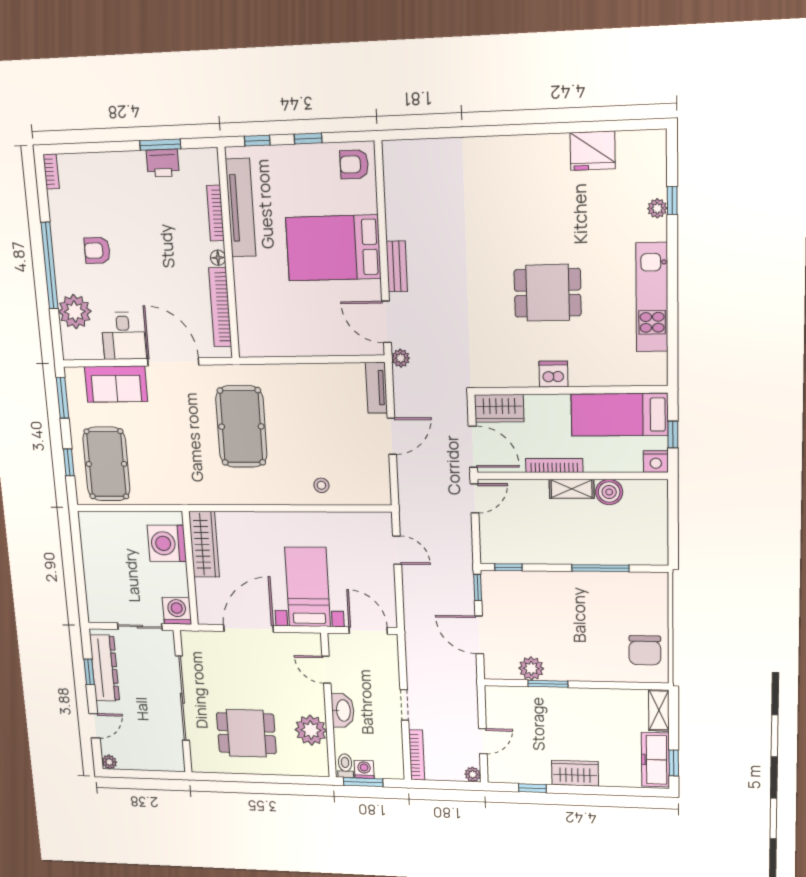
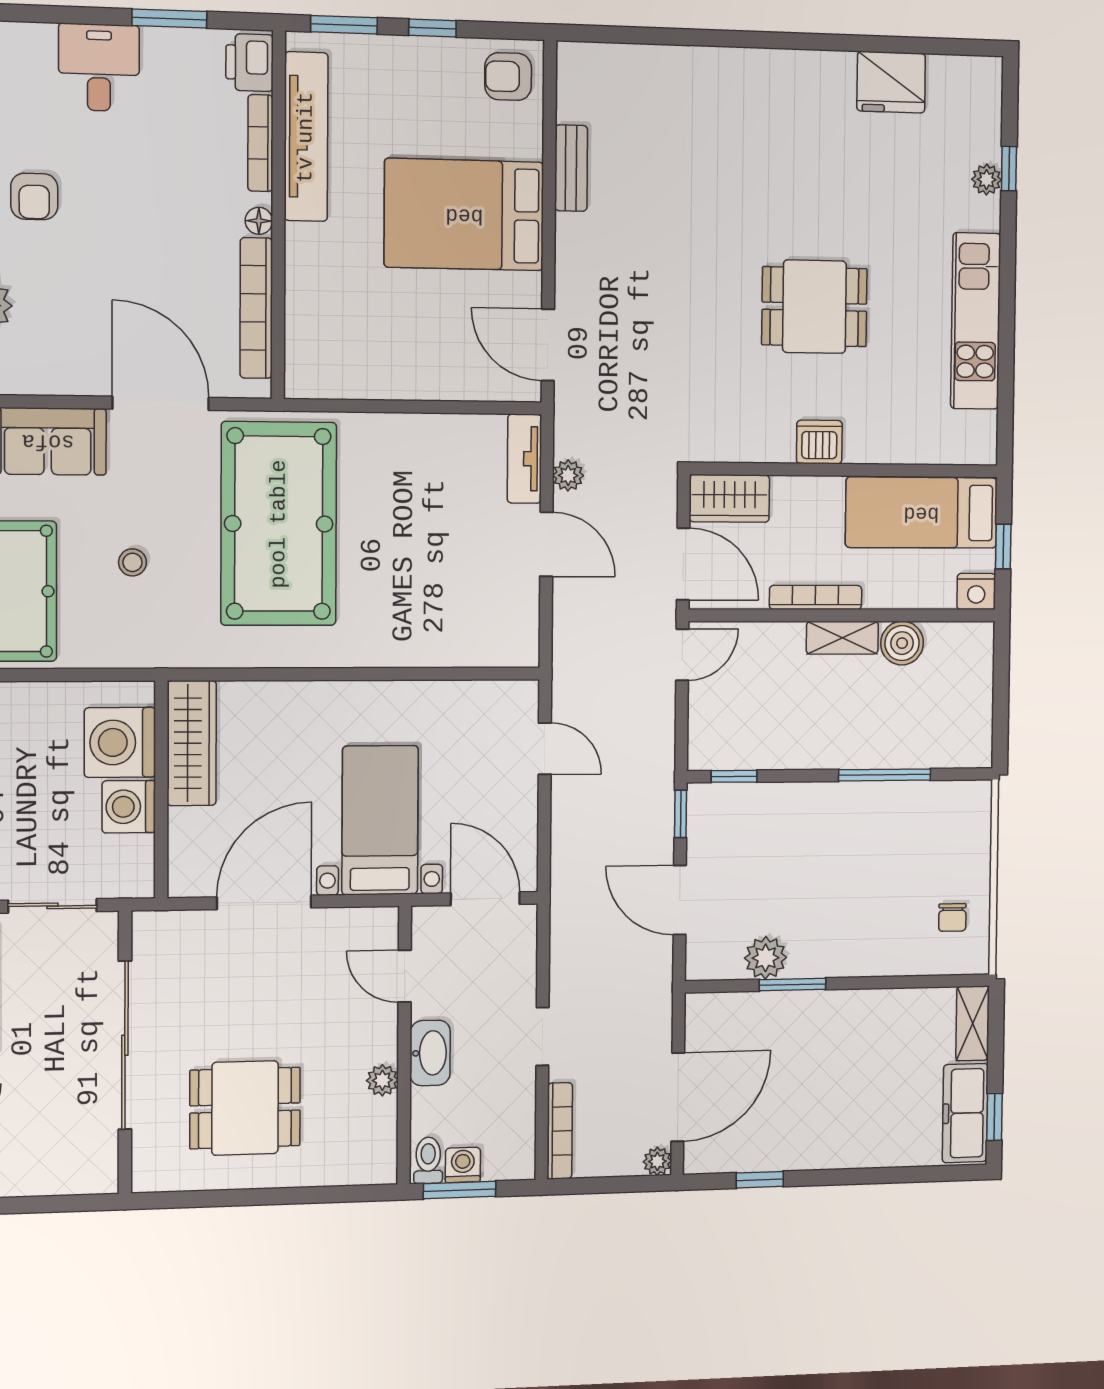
window: (257, 141) -> (344, 25), width x1.50
printer: (163, 163) -> (249, 63), moved, turned 90
armchair: (97, 250) -> (34, 196), turned -90
bench: (397, 266) -> (571, 168), moved
desk: (124, 336) -> (99, 67), moved, turned 180
plant: (401, 358) -> (568, 475), moved
pool table: (241, 427) -> (279, 524), width x1.36, depth x1.32
door: (392, 436) -> (546, 544), hinge flipped
stool: (321, 485) -> (132, 562), moved
washing machine: (177, 611) -> (129, 807), moved, turned -90
chair: (645, 650) -> (952, 917), width x0.54, depth x0.54
plant: (311, 730) -> (382, 1080), width x0.53, depth x0.53
door: (483, 741) -> (678, 1097), width x1.88
wardrobe: (575, 773) -> (833, 1147), removed

